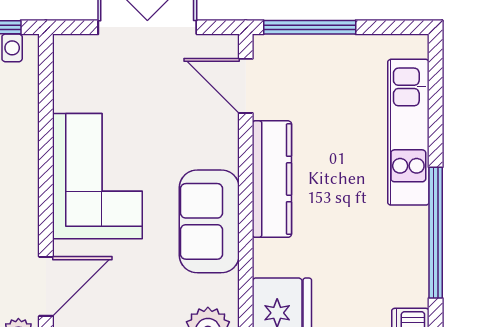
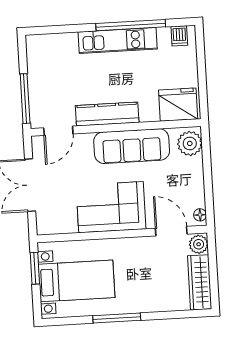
kitchen unit: (408, 132) -> (118, 40), moved
sofa: (209, 221) -> (132, 146), width x1.36

